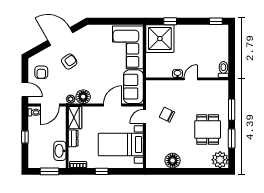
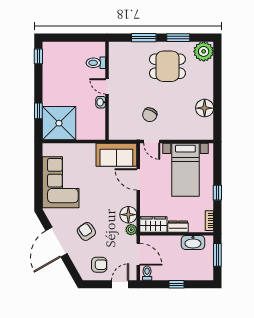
corner sofa: (128, 47) -> (61, 182), moved, turned -90
toilet: (223, 69) -> (96, 63), moved

